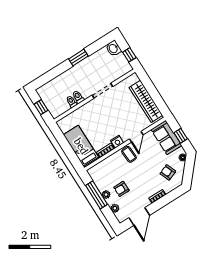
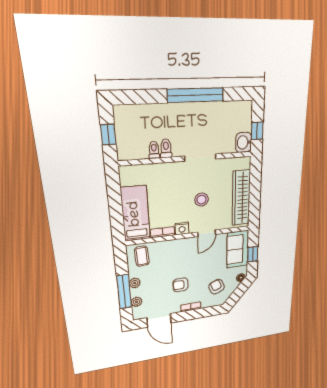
washbasin: (113, 48) -> (244, 142), moved
window: (78, 57) -> (195, 95), width x2.11
stool: (119, 116) -> (202, 200), added
coffee table: (129, 154) -> (142, 256), moved
armchair: (121, 189) -> (181, 285), moved
window: (96, 195) -> (124, 292), moved
door: (139, 217) -> (159, 320), hinge flipped

